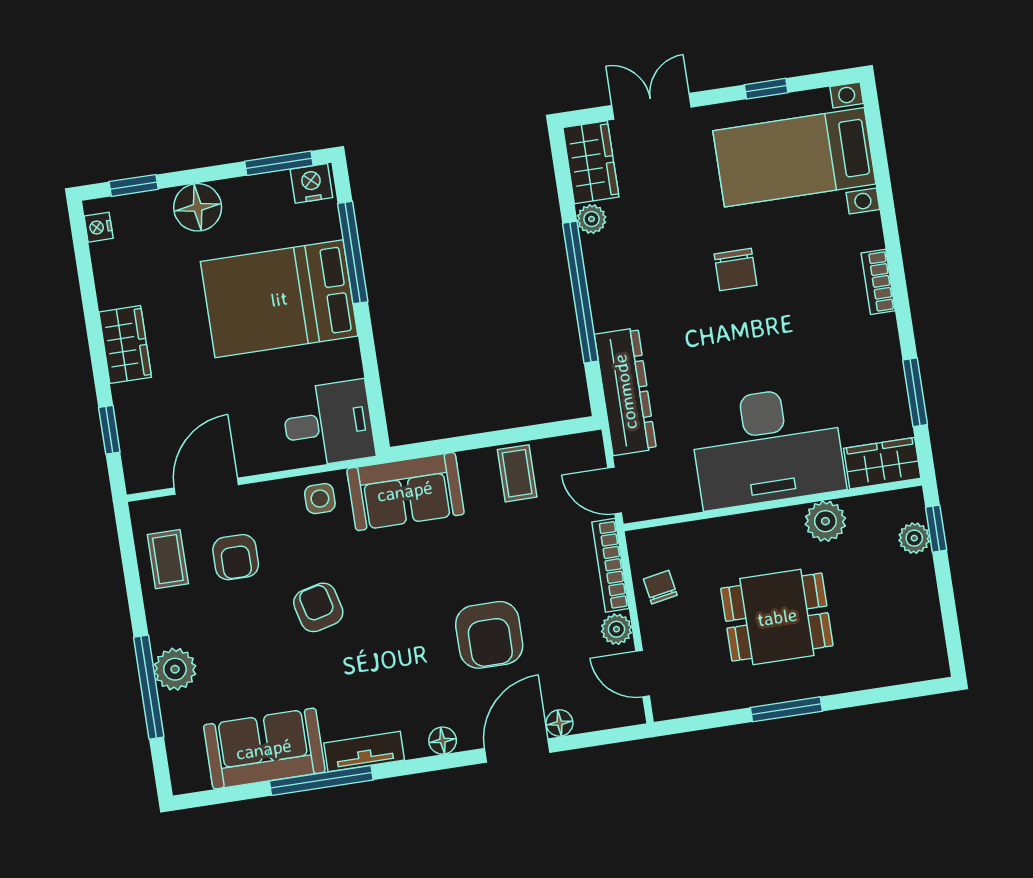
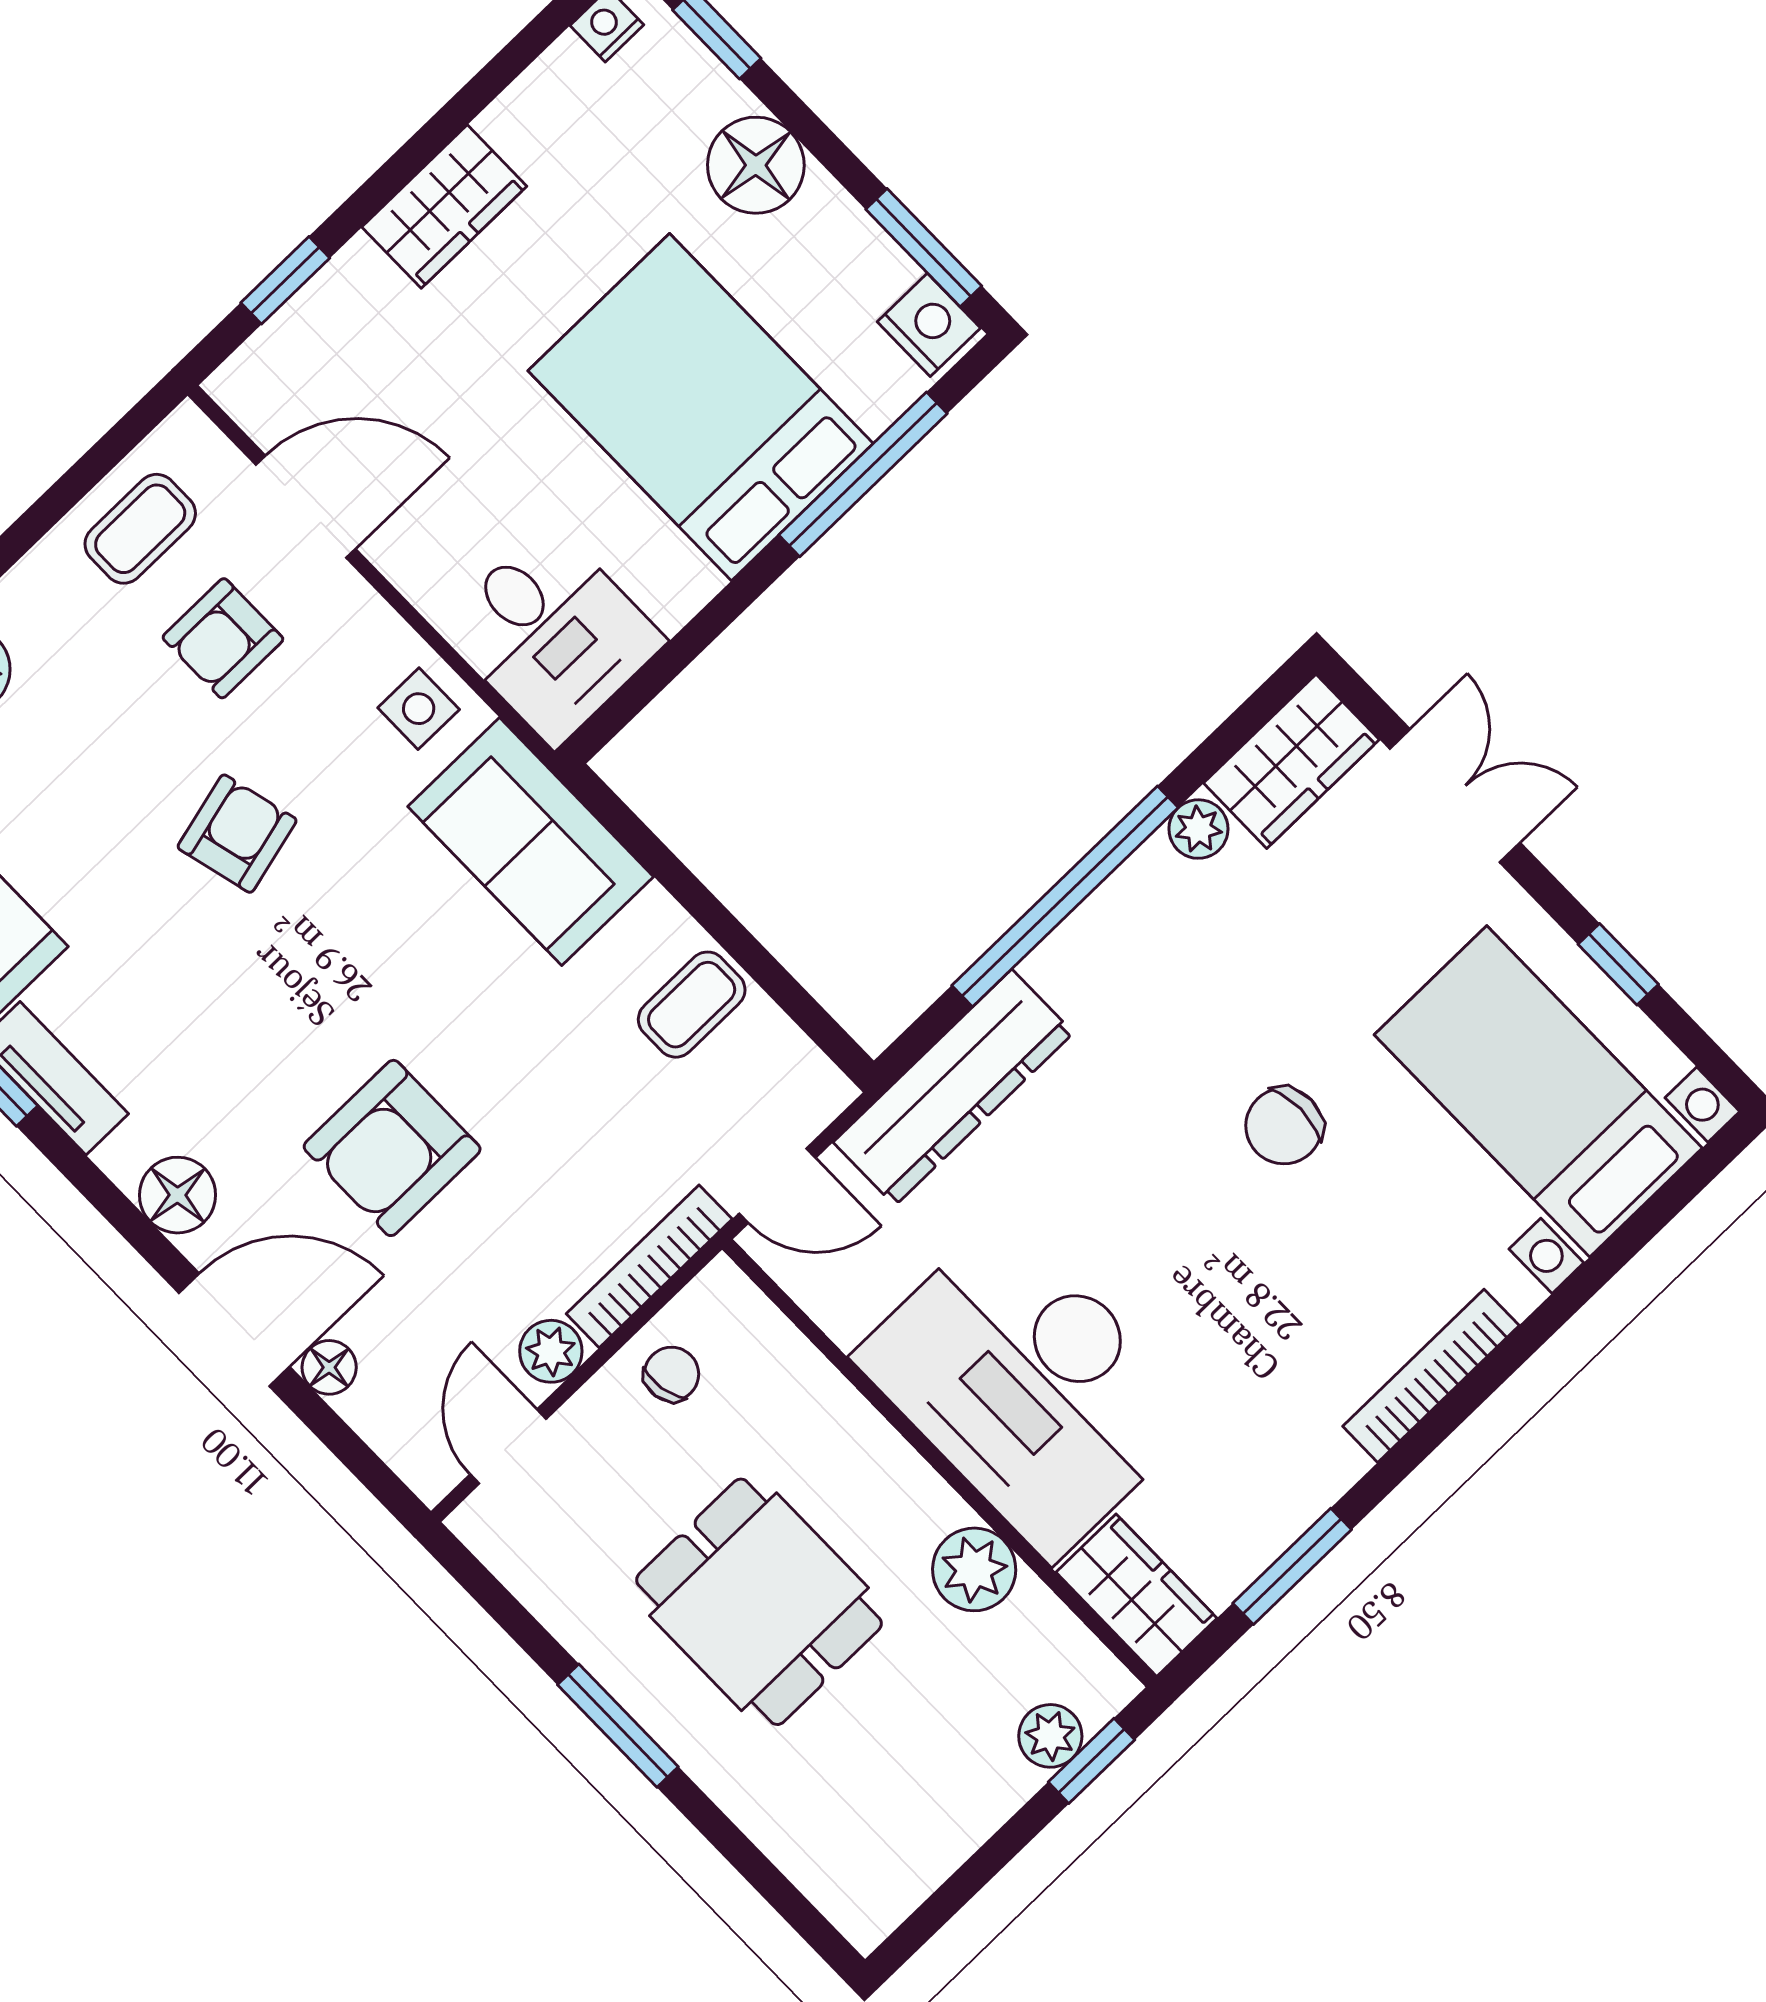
bookcase: (878, 282) -> (1431, 1376), width x1.56
door: (615, 491) -> (777, 1186), swing flipped
floor lamp: (443, 741) -> (178, 1195), width x1.37, depth x1.37

